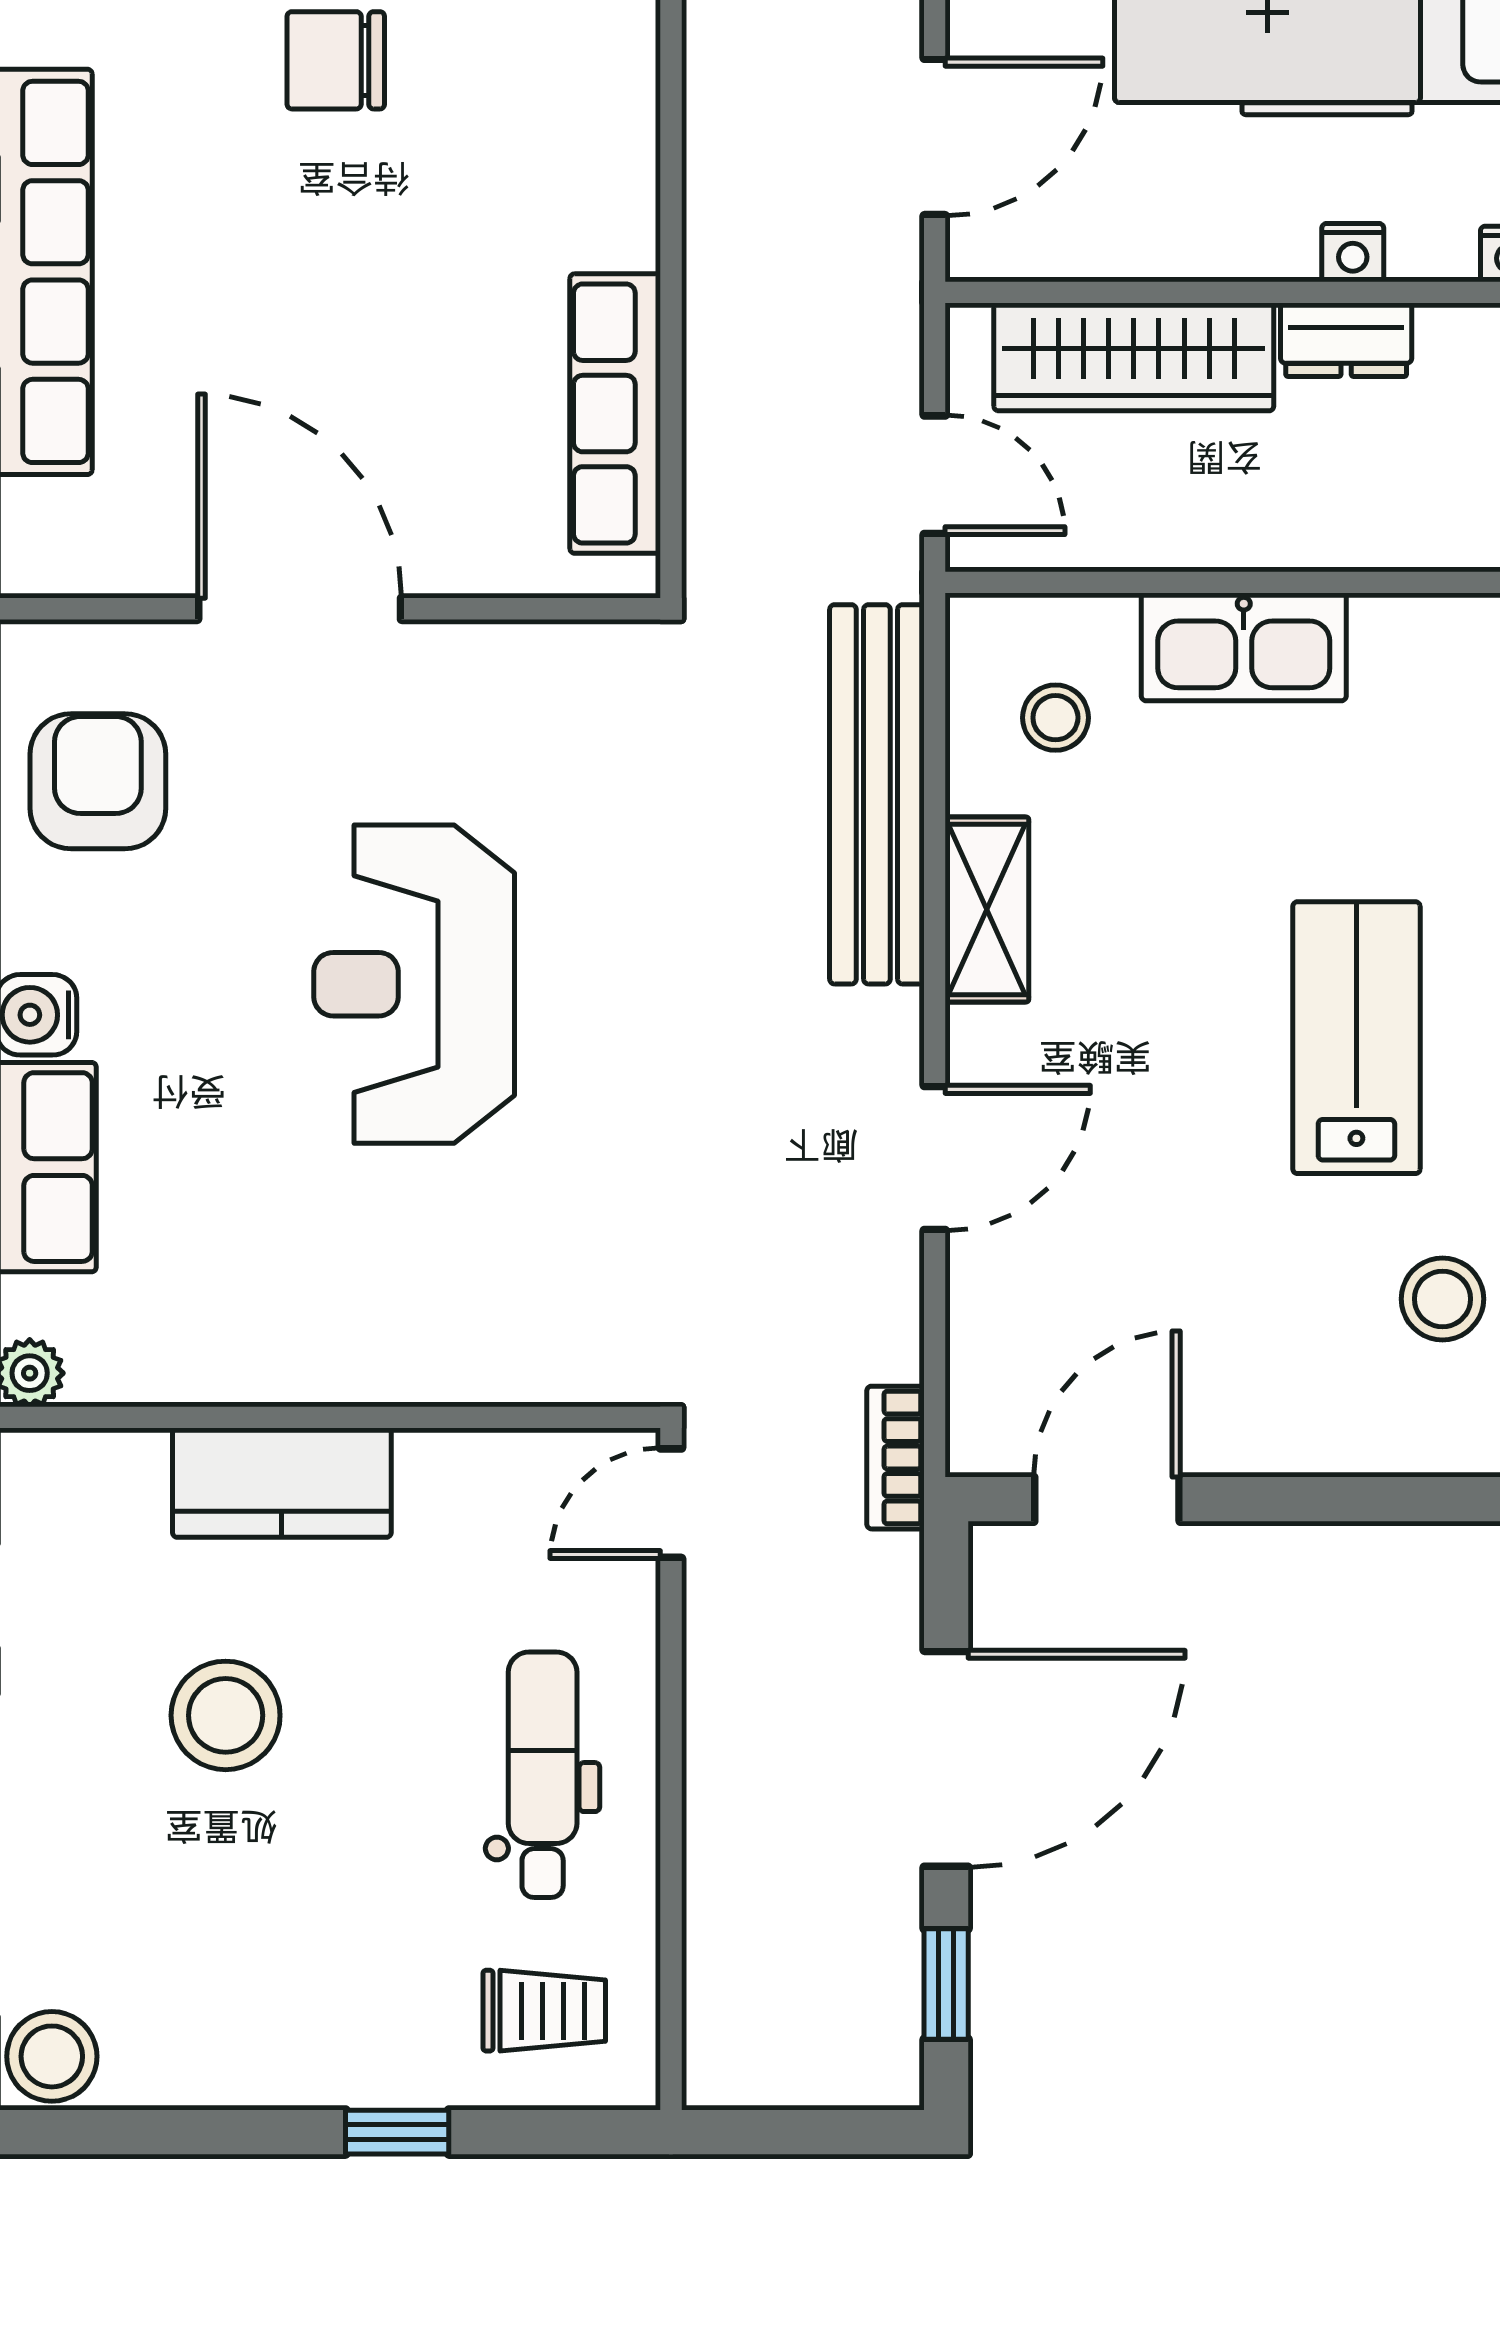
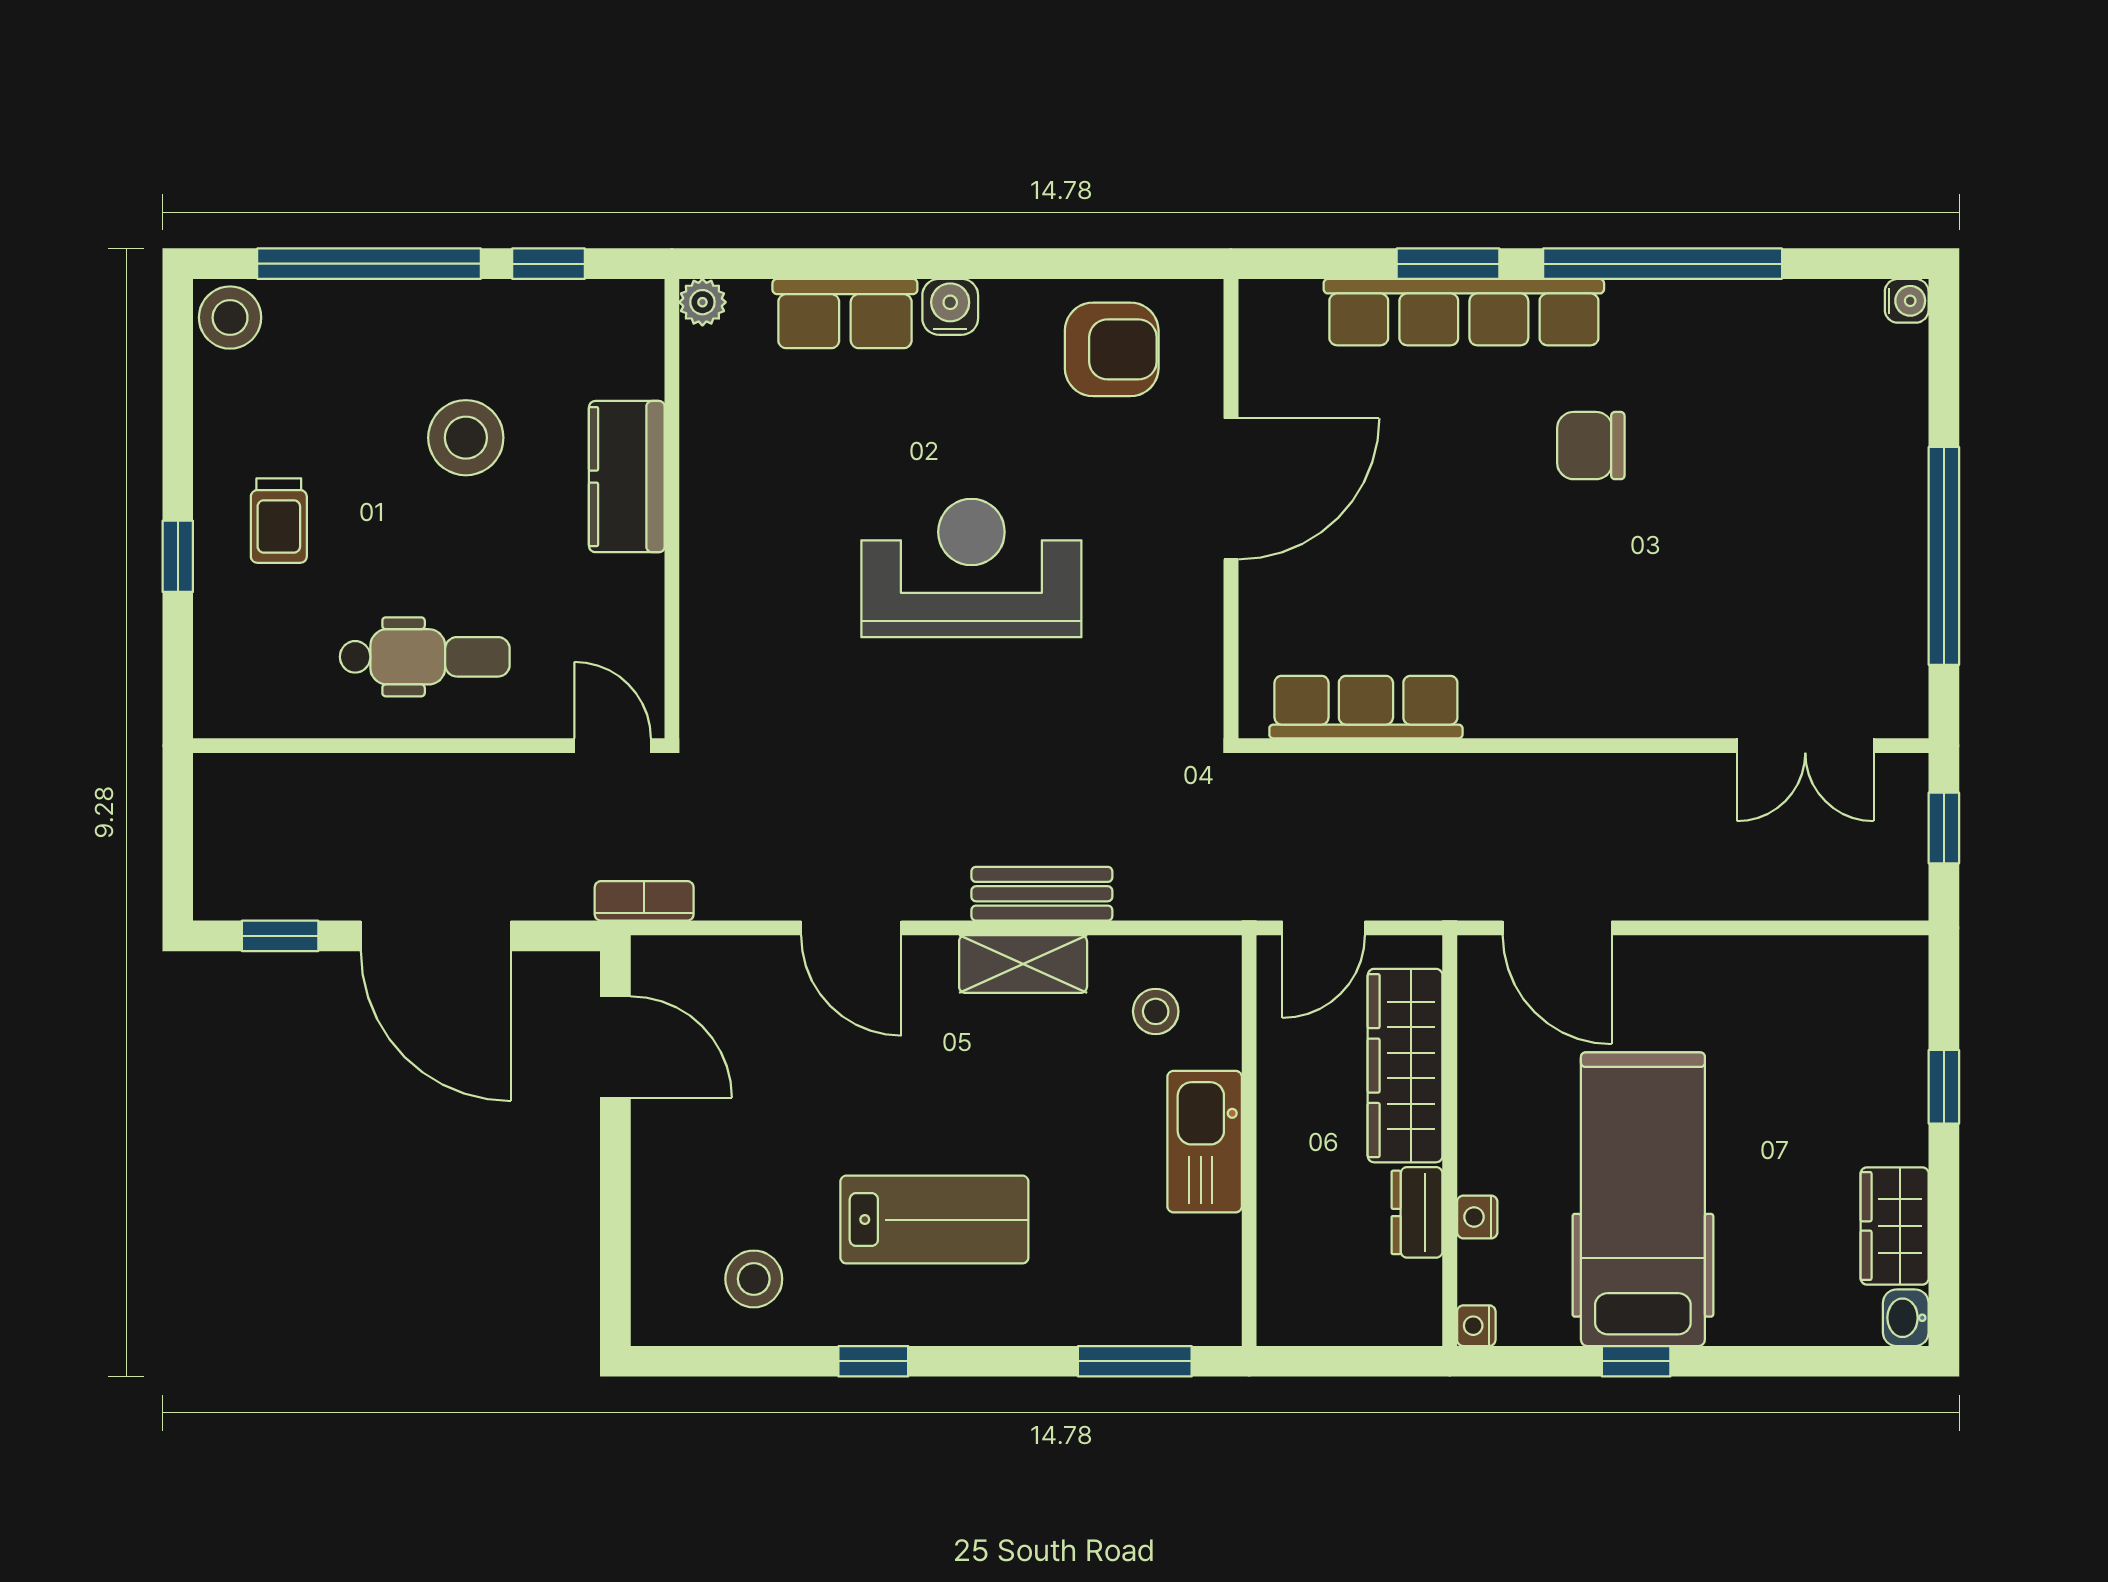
chair: (336, 60) -> (1591, 446), moved, turned -90
bench: (877, 794) -> (1042, 894), width x0.54, depth x0.82
trolley: (544, 2011) -> (279, 521), moved

